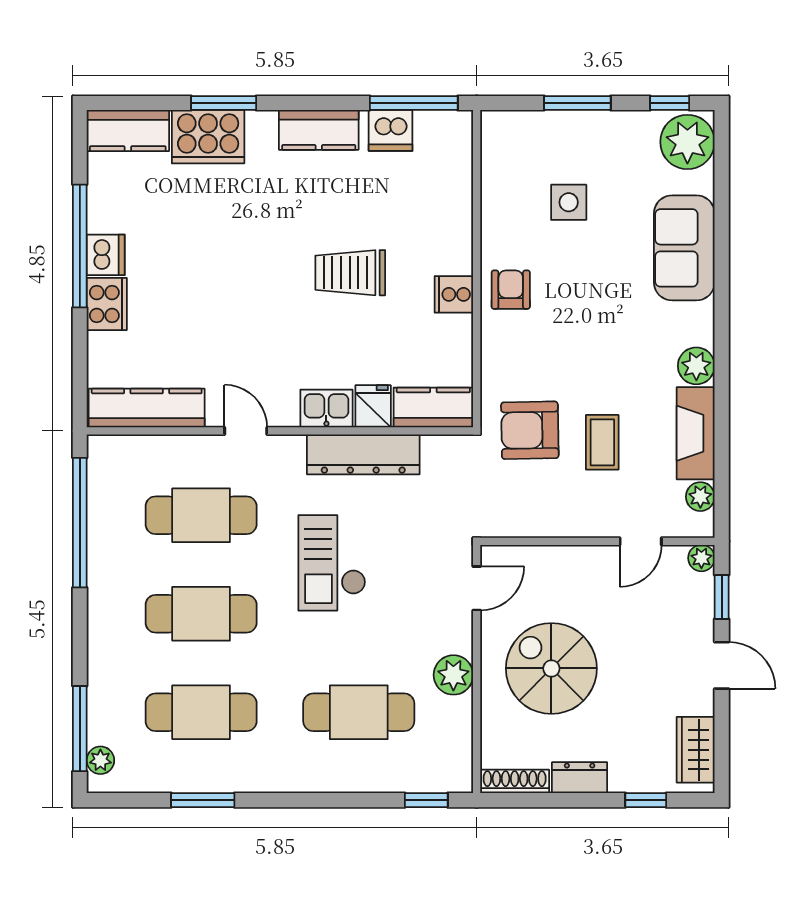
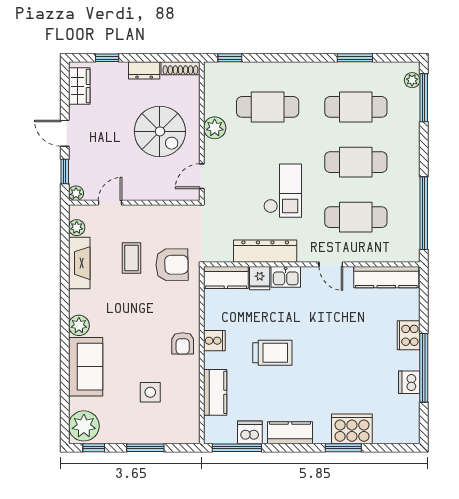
kitchen counter: (128, 131) -> (215, 392), moved, turned 90
dishwasher: (106, 255) -> (409, 382), moved
plant: (696, 366) -> (79, 325), moved

